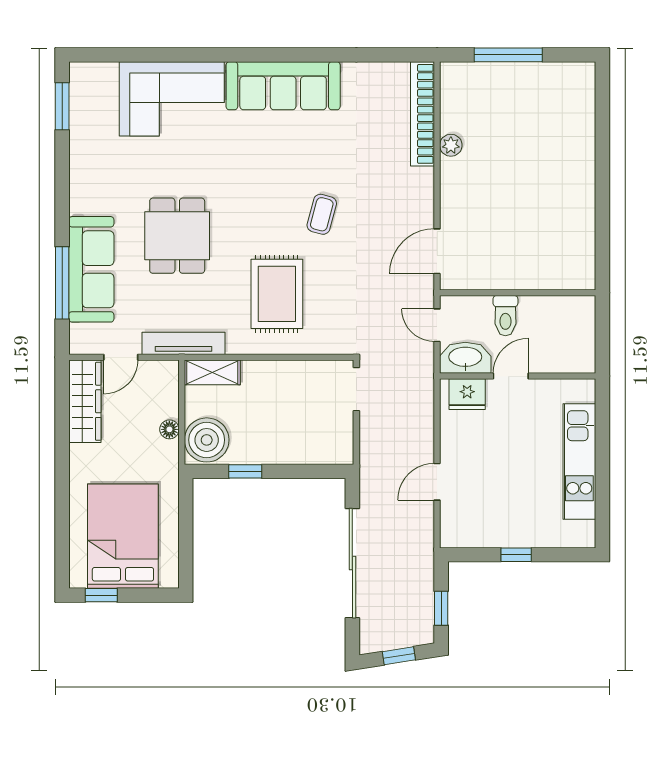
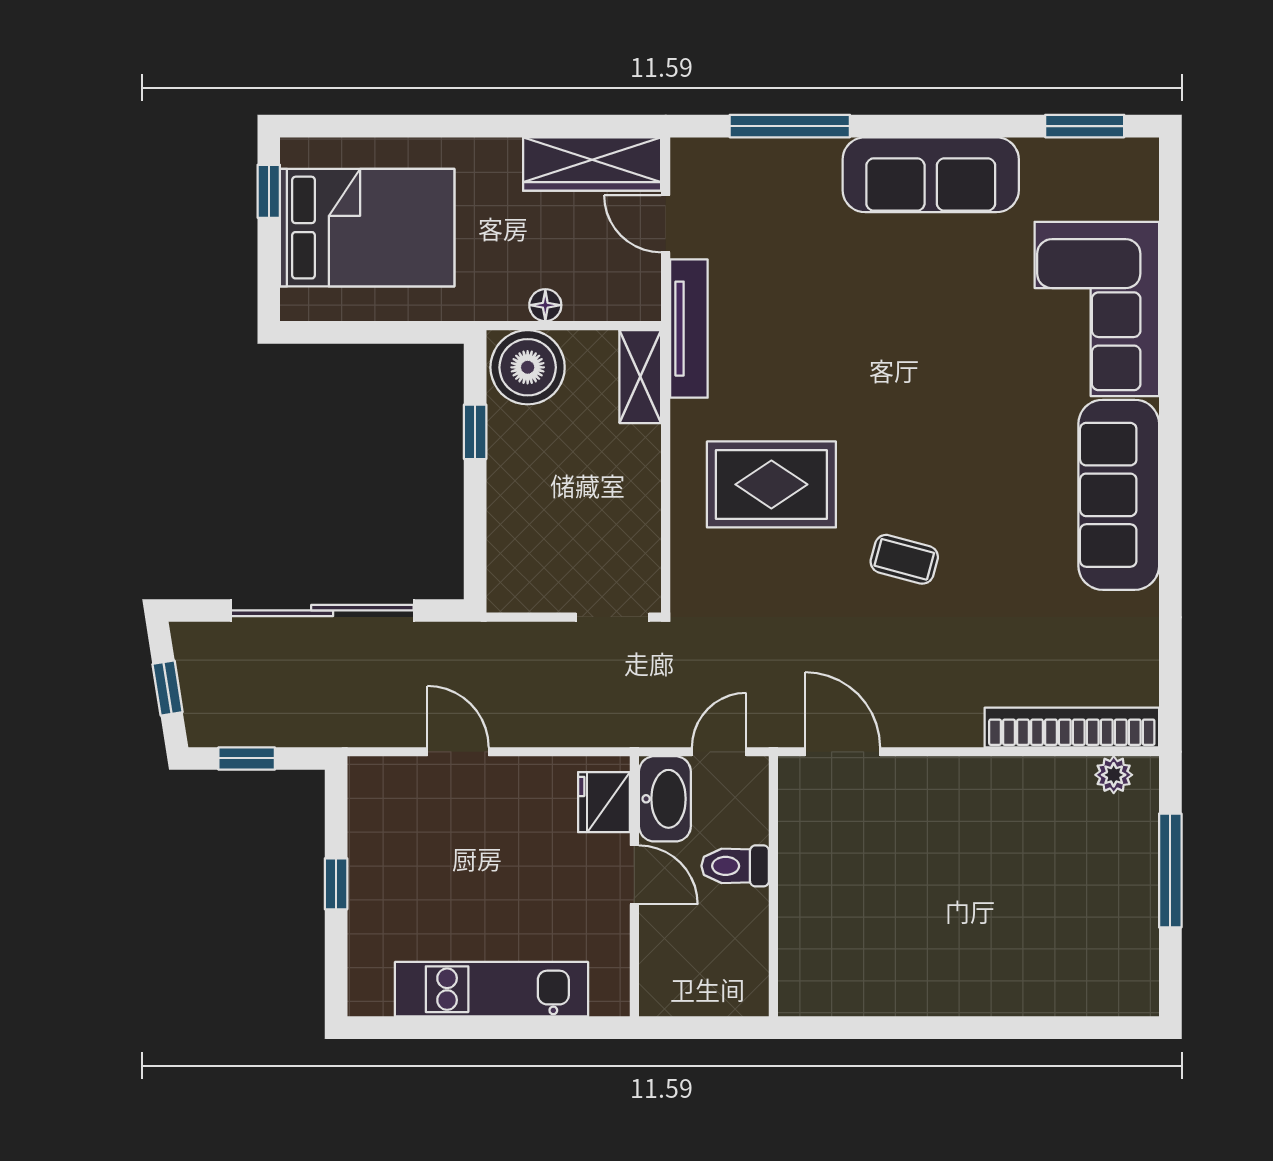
plant: (451, 145) -> (1114, 775), moved
dining table: (177, 236) -> (869, 318), removed
sofa: (91, 269) -> (931, 175), moved

